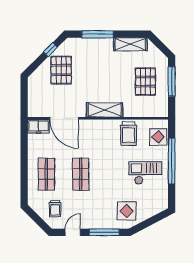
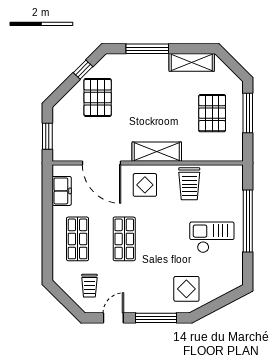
window: (24, 99) -> (47, 136), added
freezer: (38, 126) -> (62, 191), moved, turned -90
display table: (158, 137) -> (145, 185), moved

